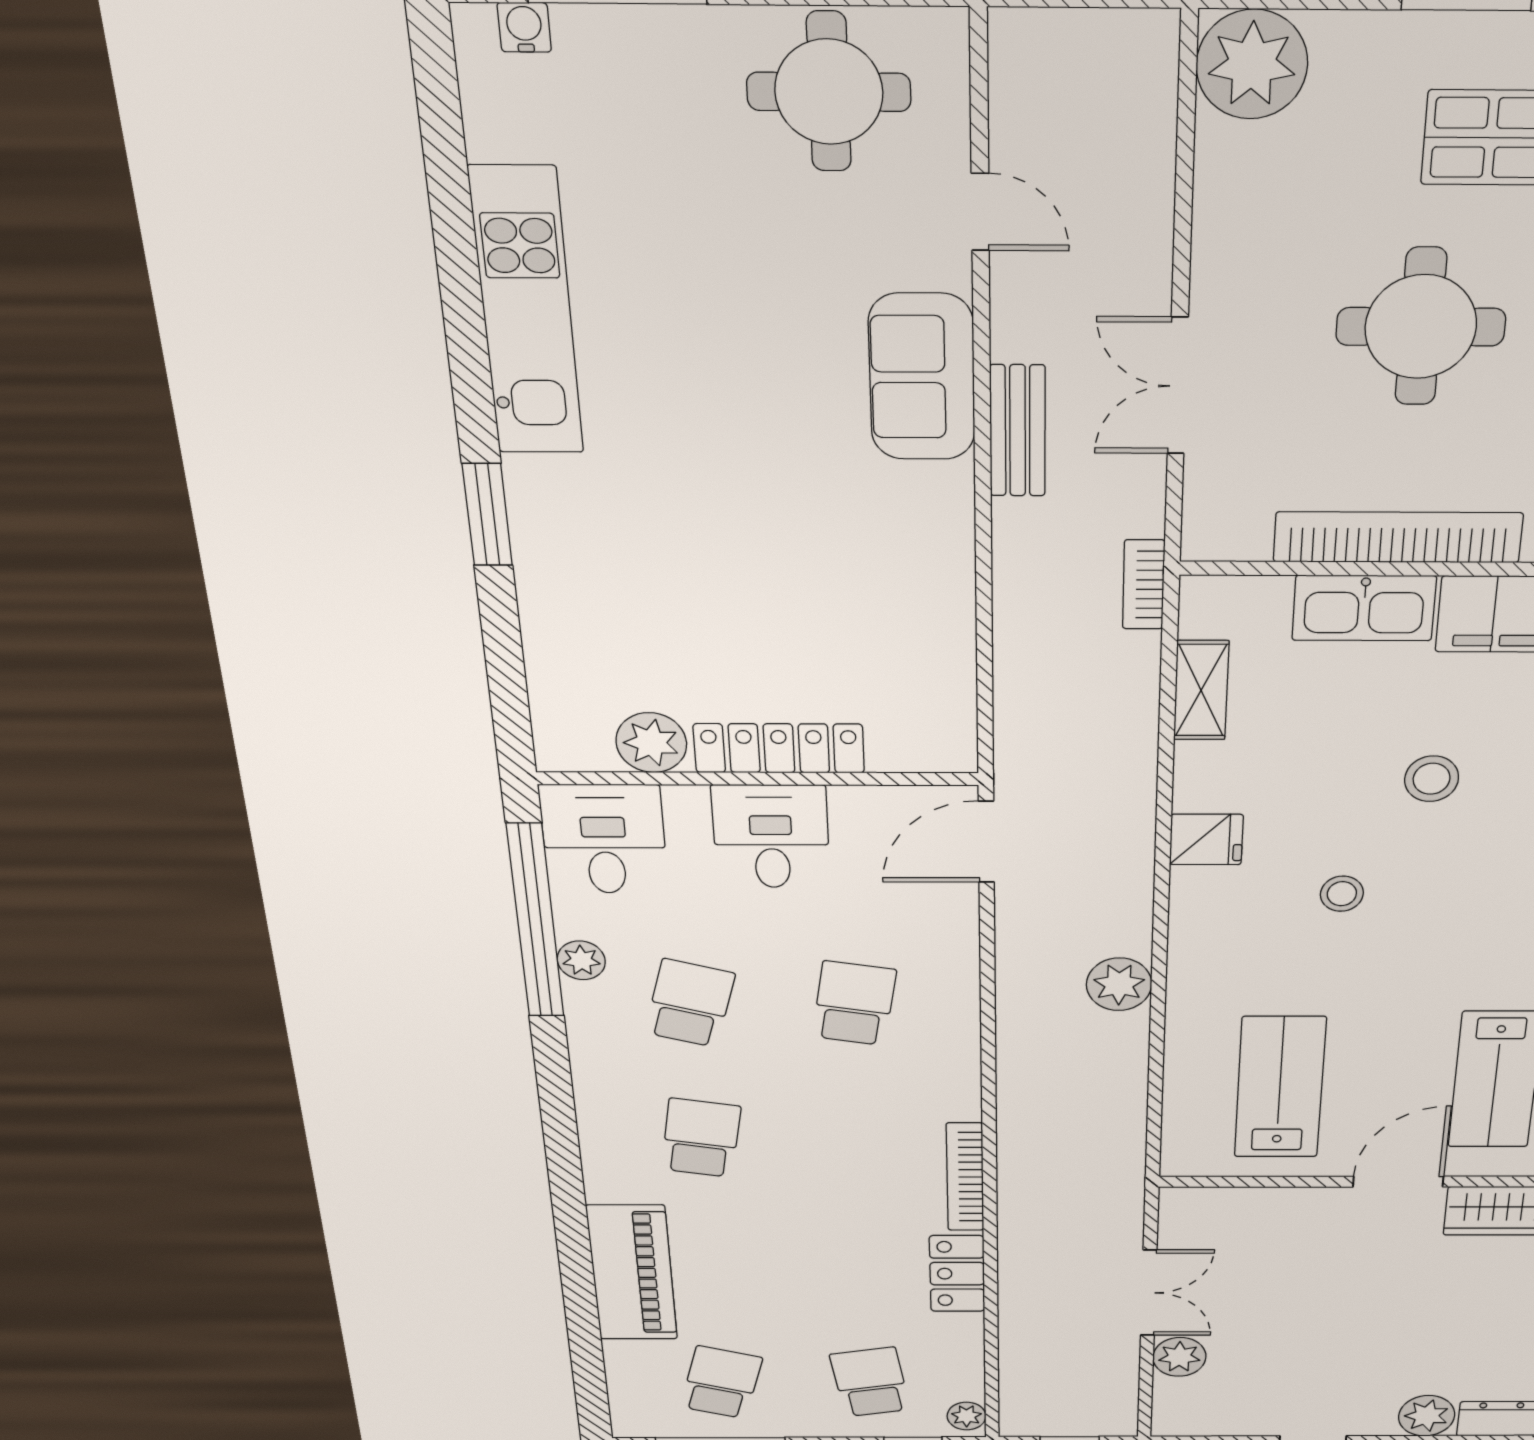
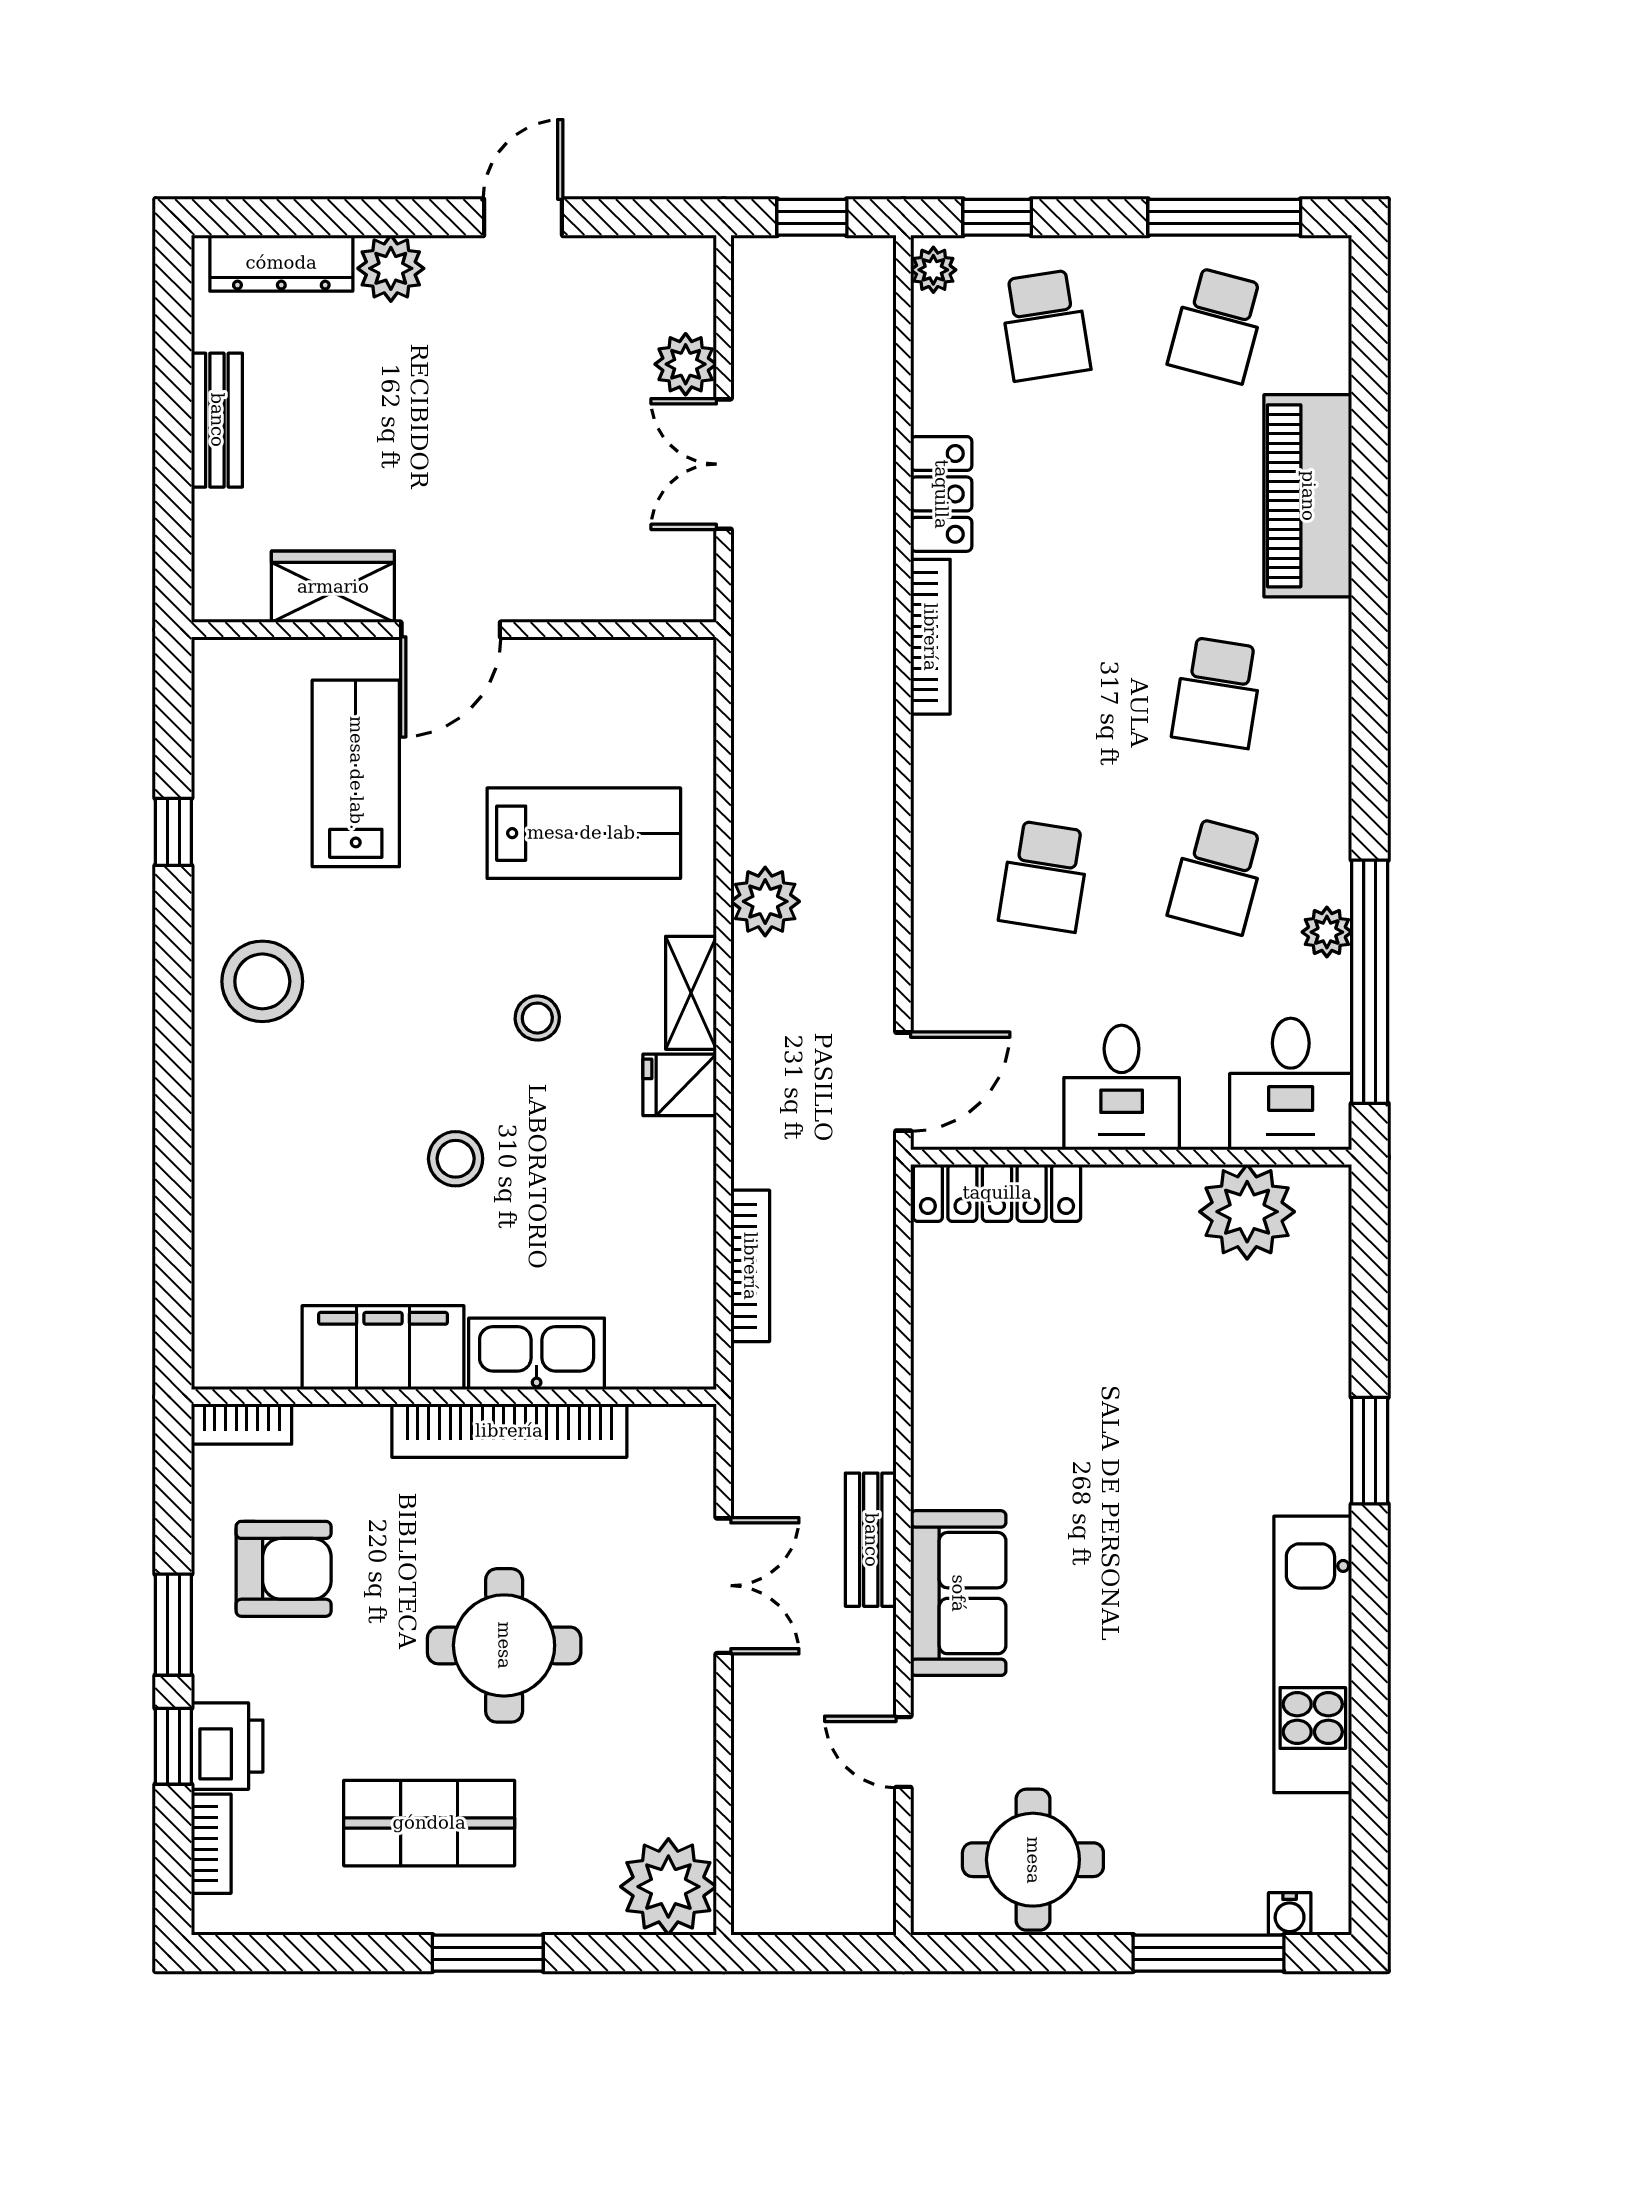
bookcase: (1144, 585) -> (750, 1266), moved, width x1.56
shelving: (1201, 690) -> (691, 993), moved
plant: (651, 743) -> (1247, 1212), width x1.36, depth x1.36
locker: (779, 748) -> (997, 1193), moved
lab bench: (1280, 1087) -> (584, 833), moved, turned -90

